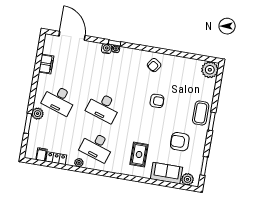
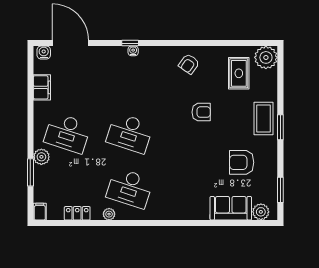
water cooler: (107, 49) -> (44, 53), moved
filing cabinet: (41, 154) -> (40, 212), moved
rug: (139, 154) -> (239, 73), moved

